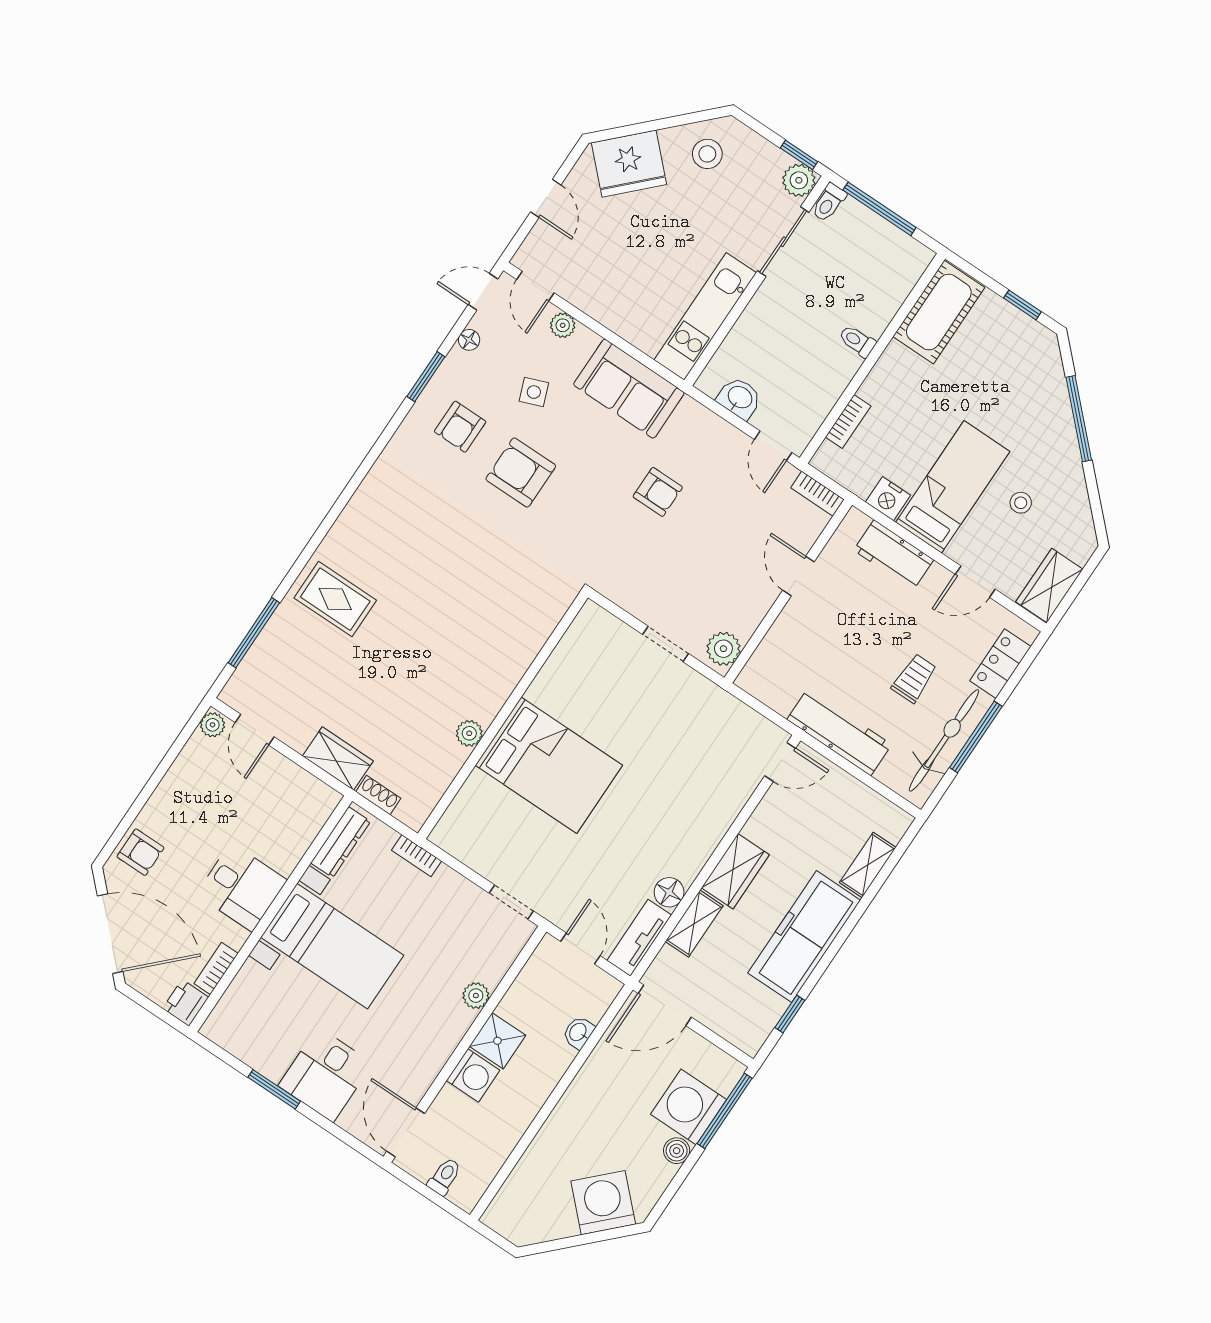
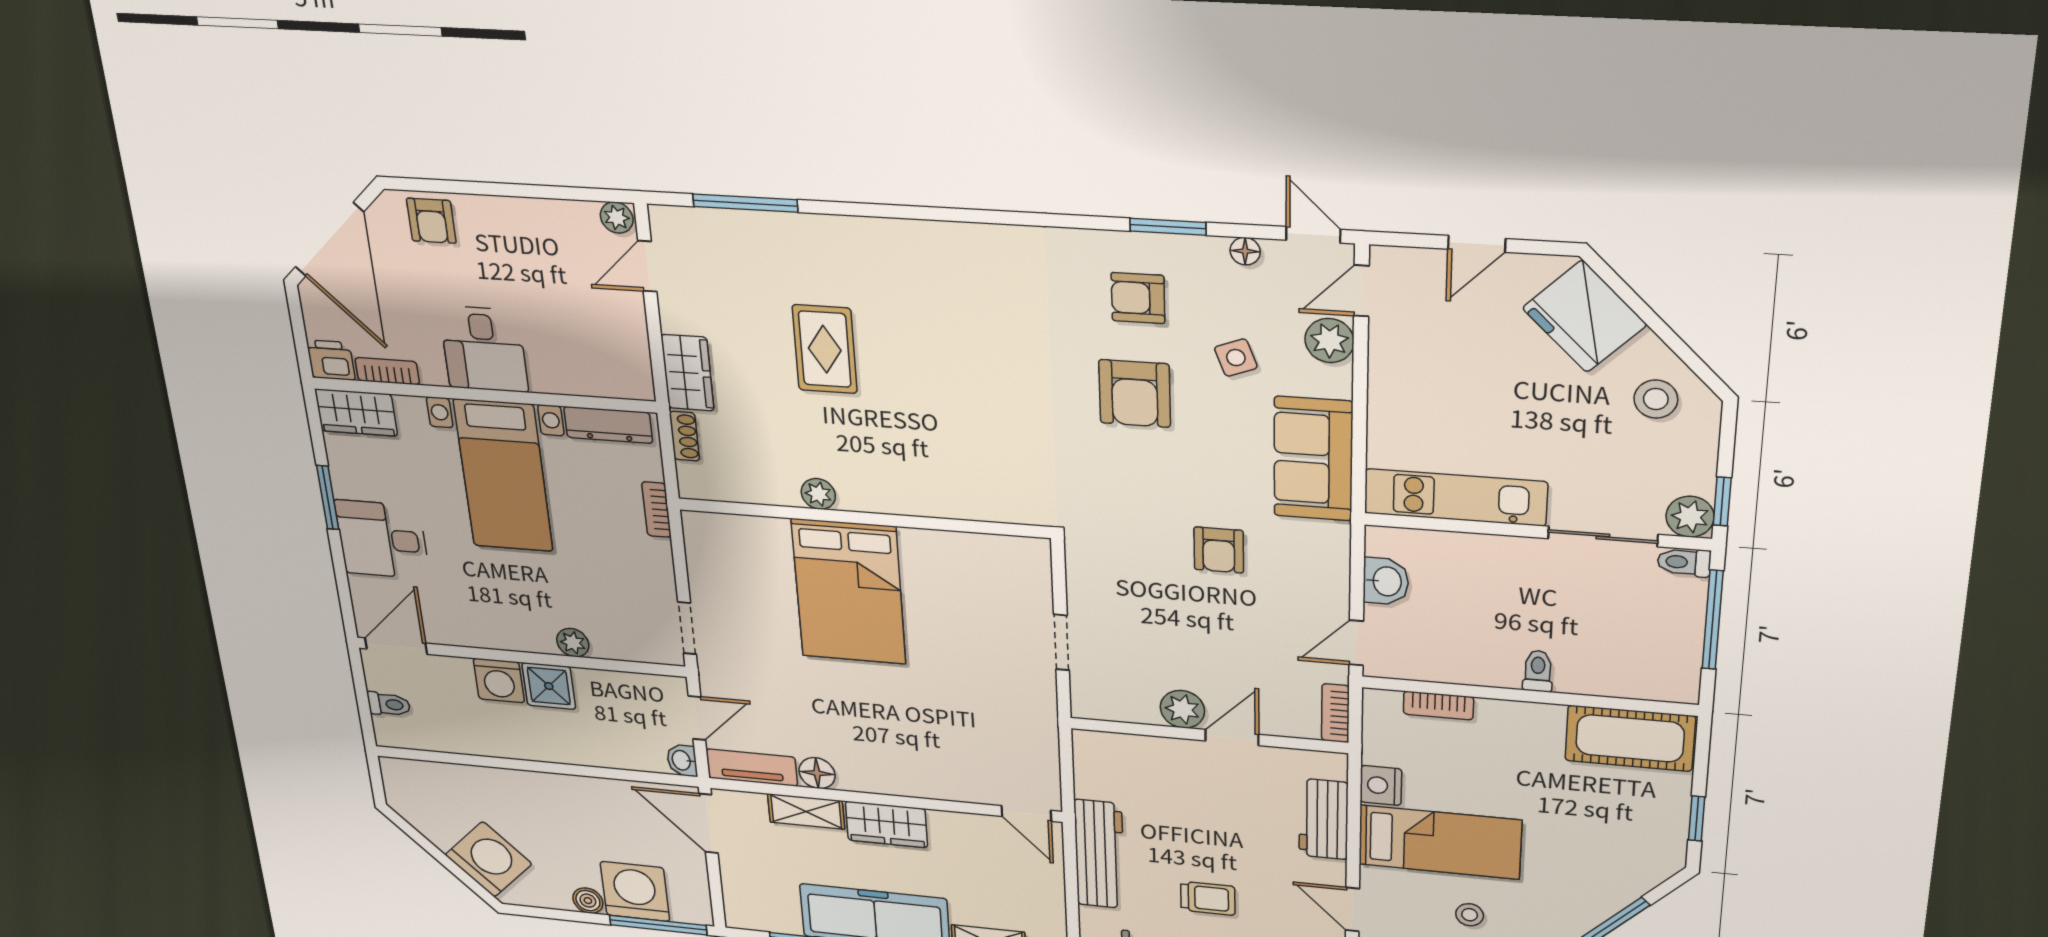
plant: (563, 325) -> (1330, 341), width x1.38, depth x1.38
armchair: (521, 472) -> (1135, 393), turned 180
rug: (335, 599) -> (825, 349), moved
plant: (723, 649) -> (1182, 709), moved
wardrobe: (230, 1016) -> (356, 412), added
washbasin: (578, 1032) -> (682, 760), moved, turned -90

